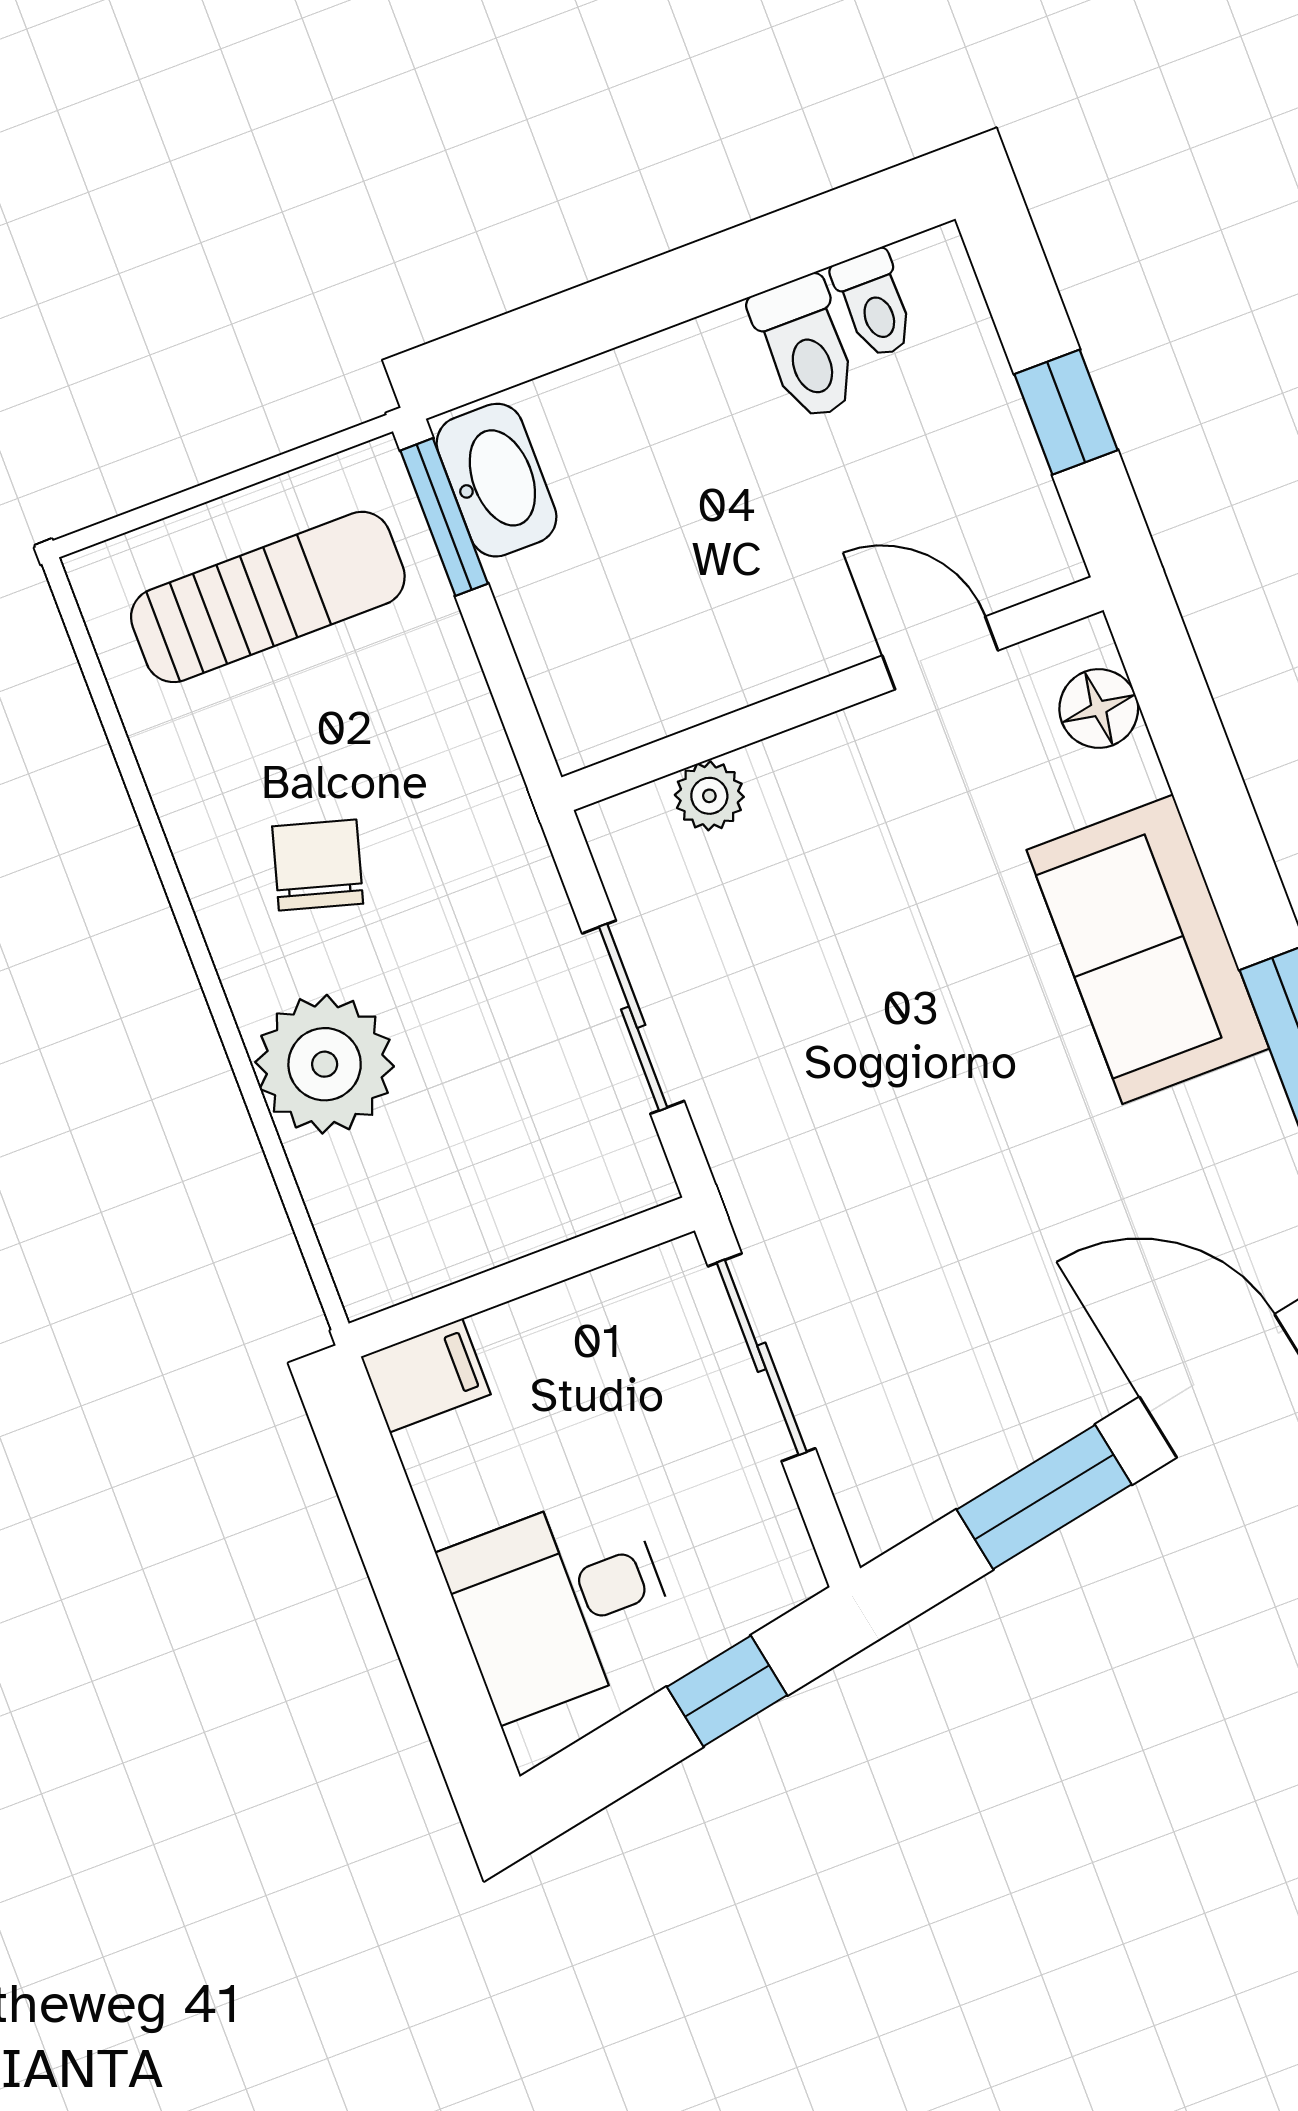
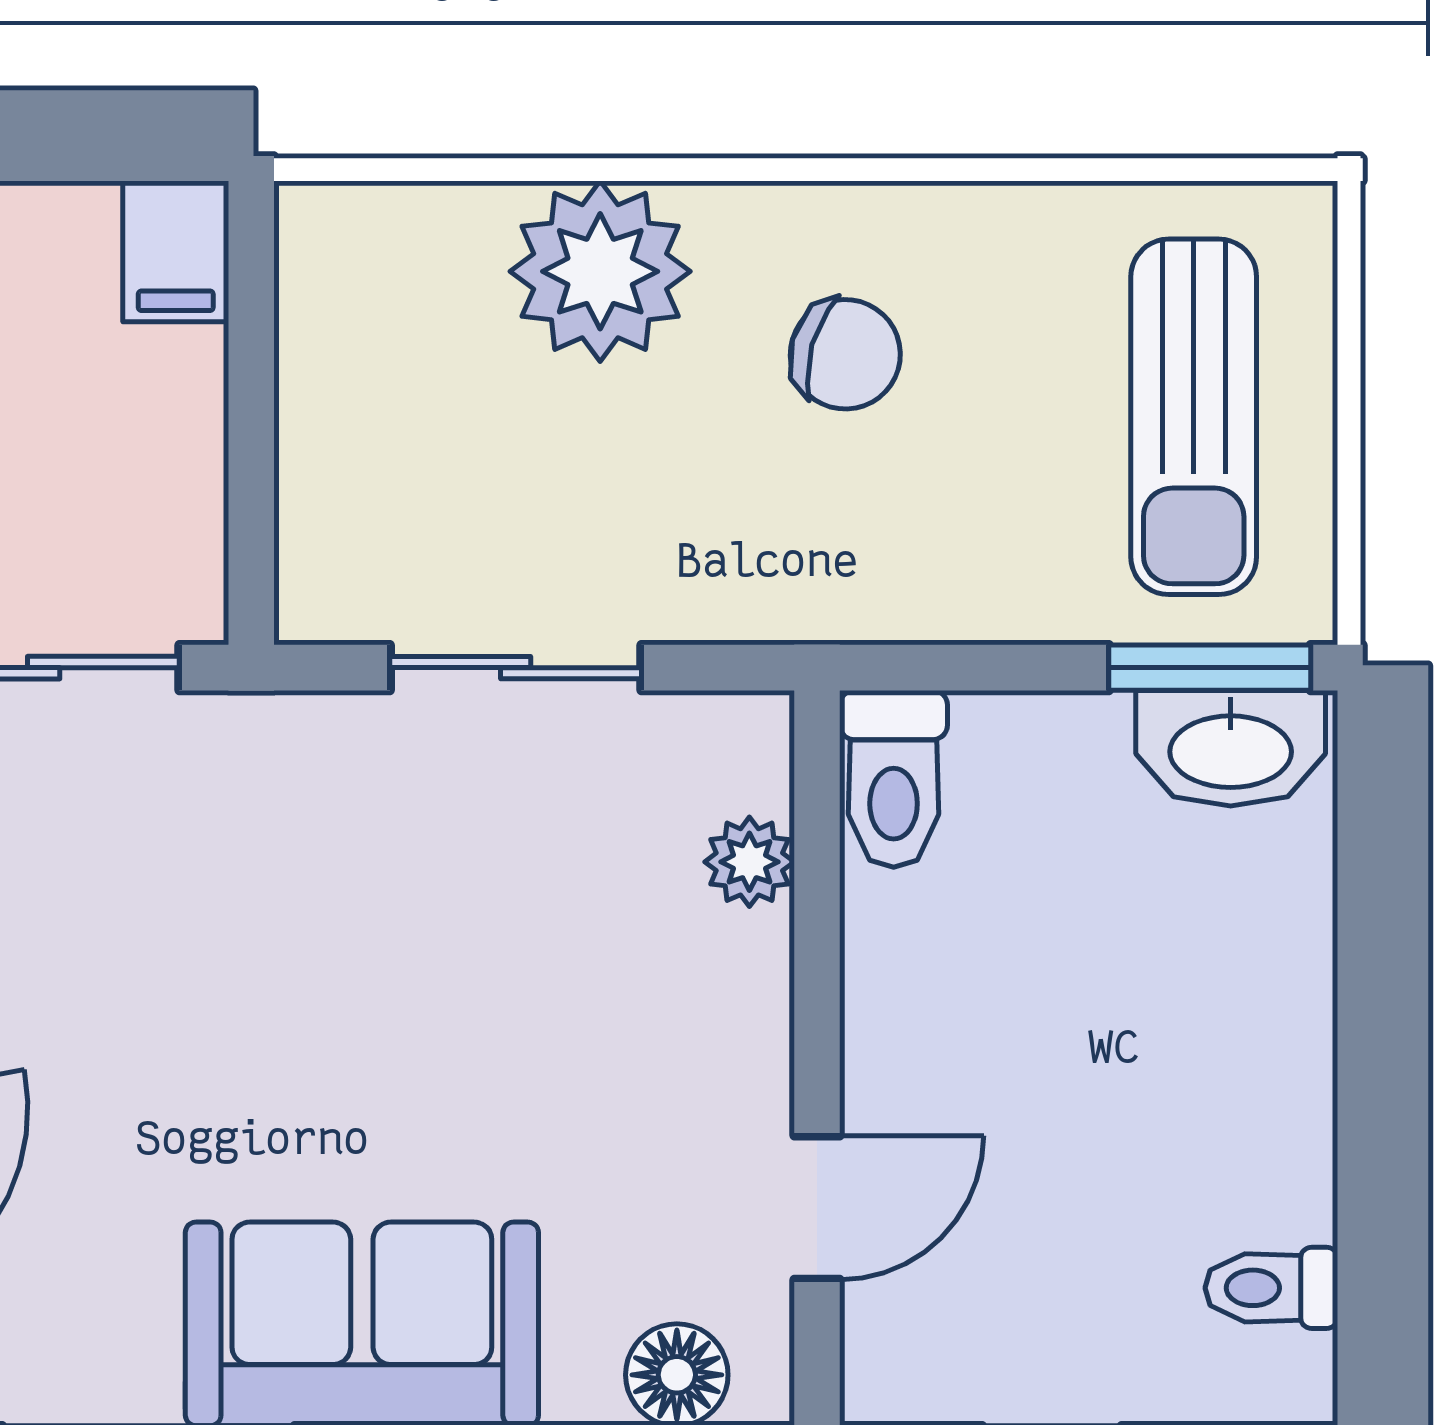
toilet: (806, 348) -> (894, 779), moved, turned -90

